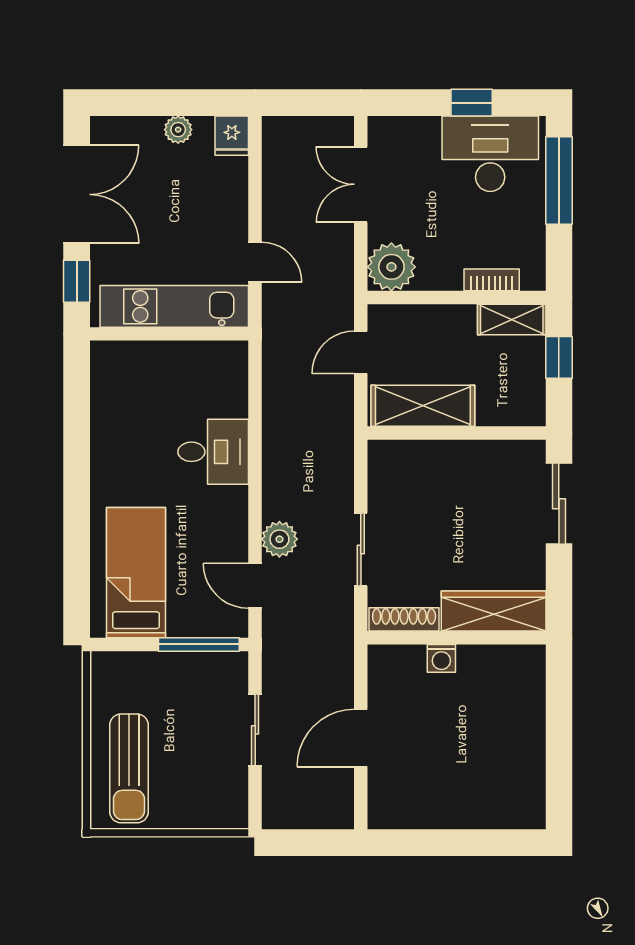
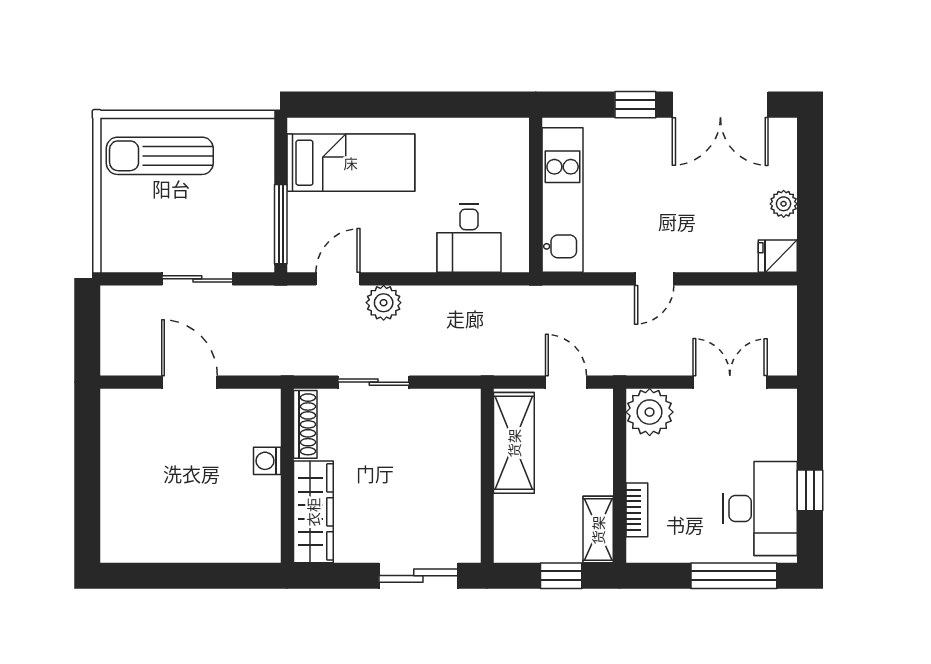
kitchen unit: (174, 306) -> (563, 200), moved
wall: (169, 334) -> (536, 195), moved

